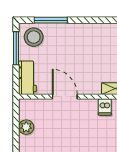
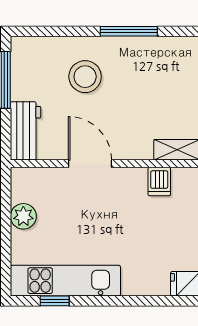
window: (51, 20) -> (129, 31), moved
stool: (34, 37) -> (85, 77), moved

